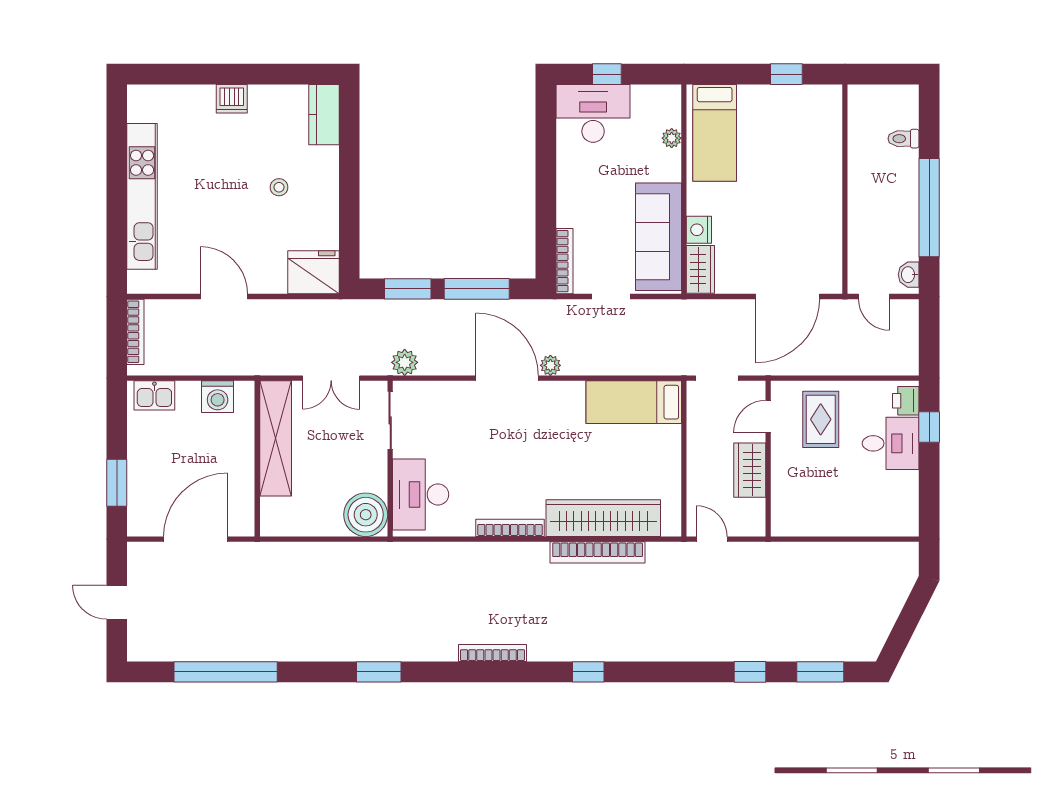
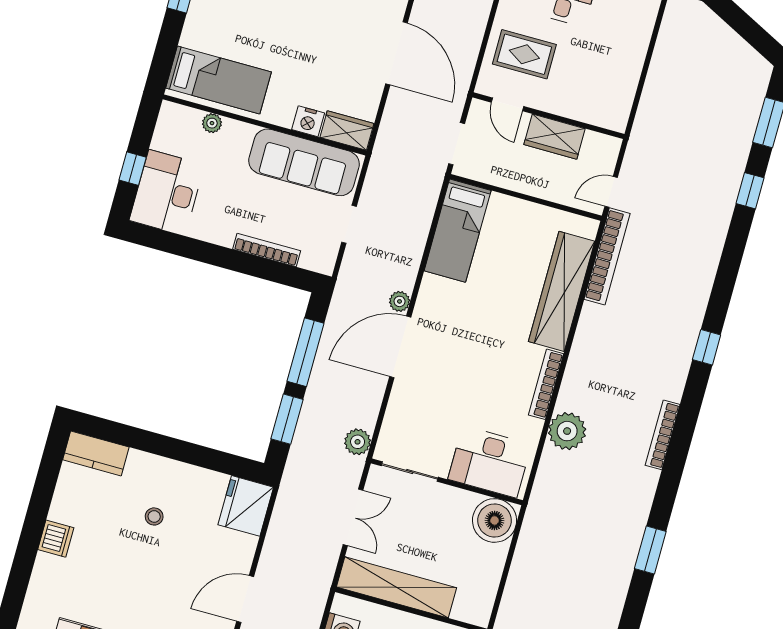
bookcase: (565, 261) -> (267, 250), moved
bookcase: (598, 552) -> (607, 256), moved
plant: (471, 561) -> (567, 431), added

